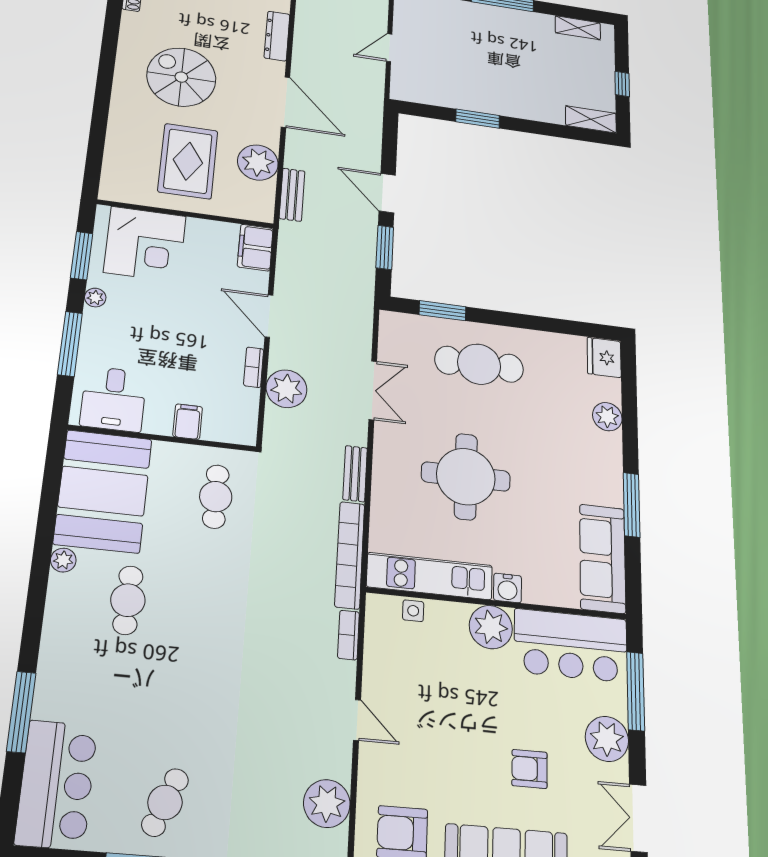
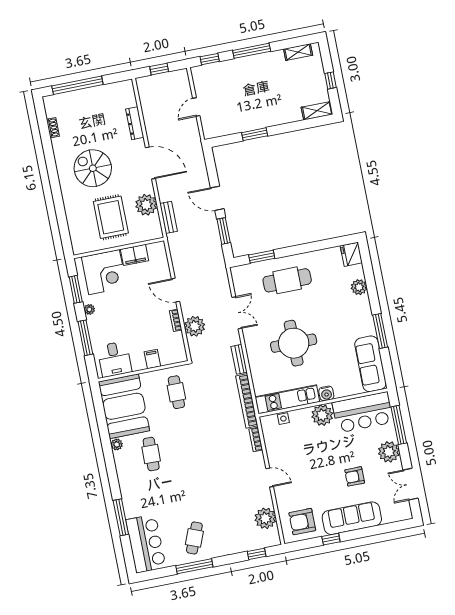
filing cabinet: (255, 248) -> (134, 255), moved, turned -90

